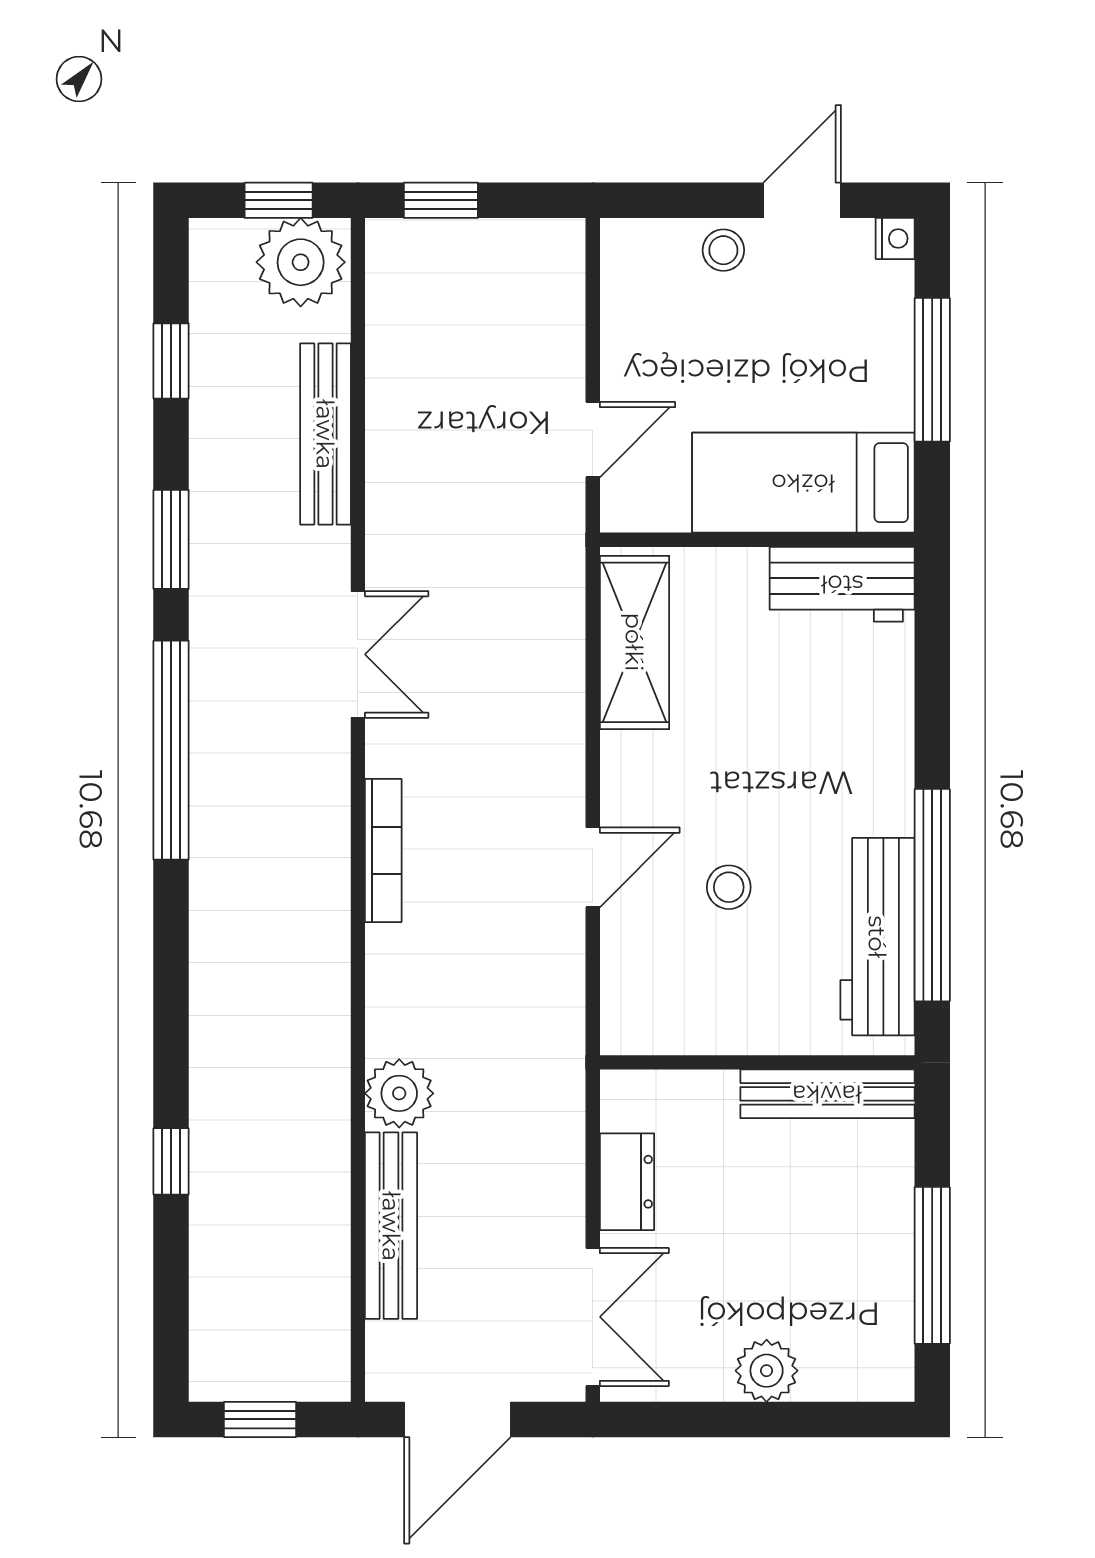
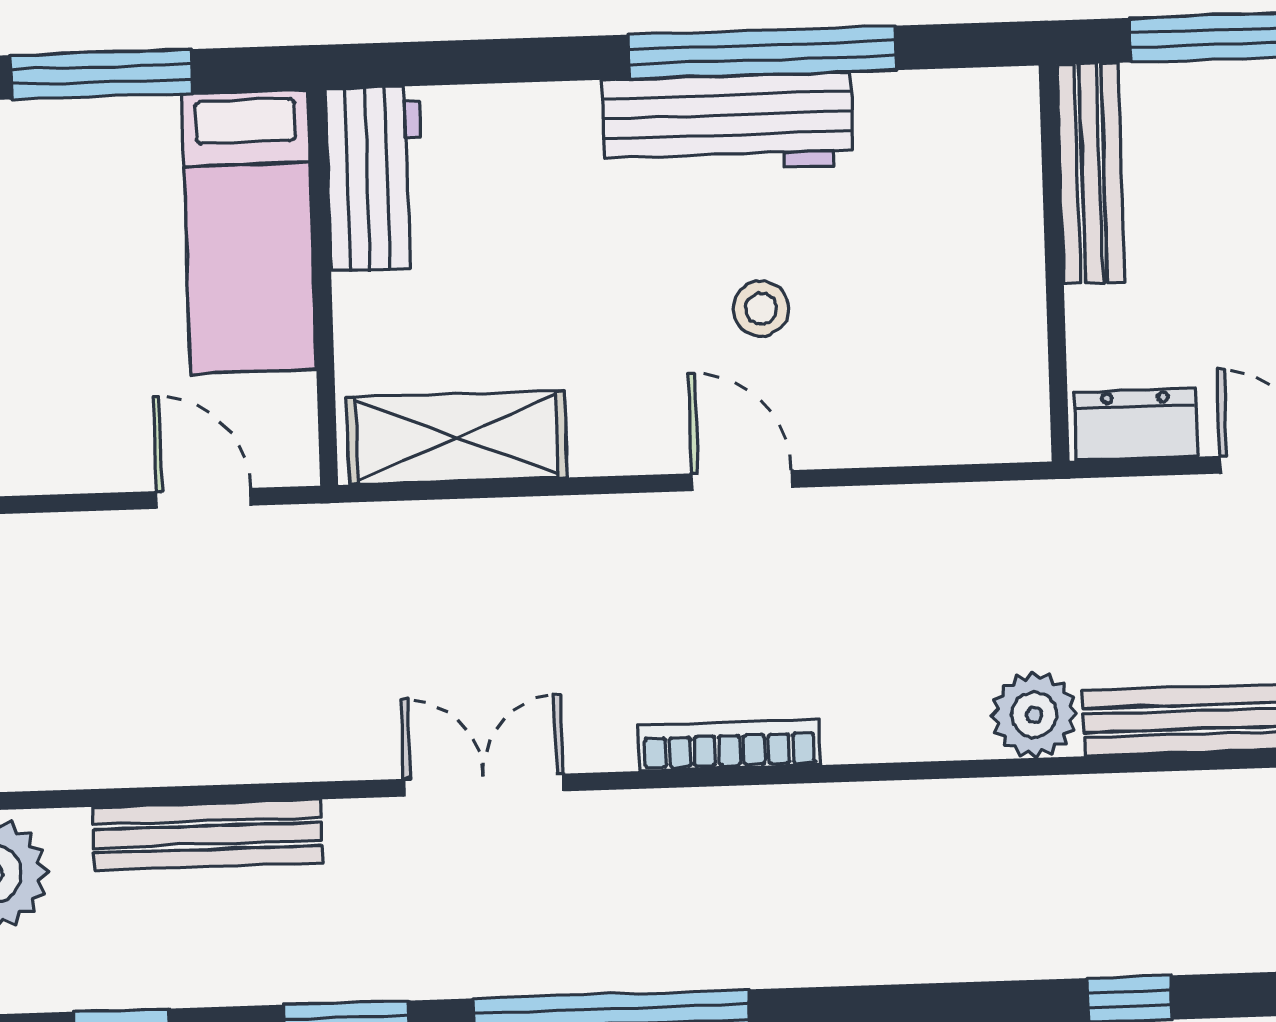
workbench: (877, 937) -> (728, 122), moved
wall: (757, 1062) -> (1054, 263), moved
bench: (827, 1094) -> (1091, 173), moved

